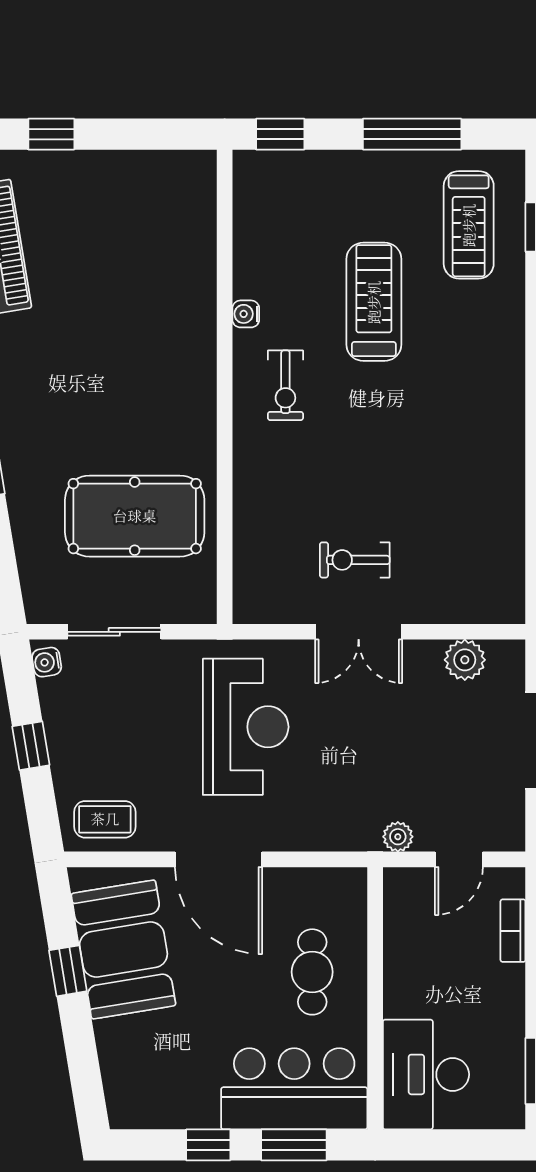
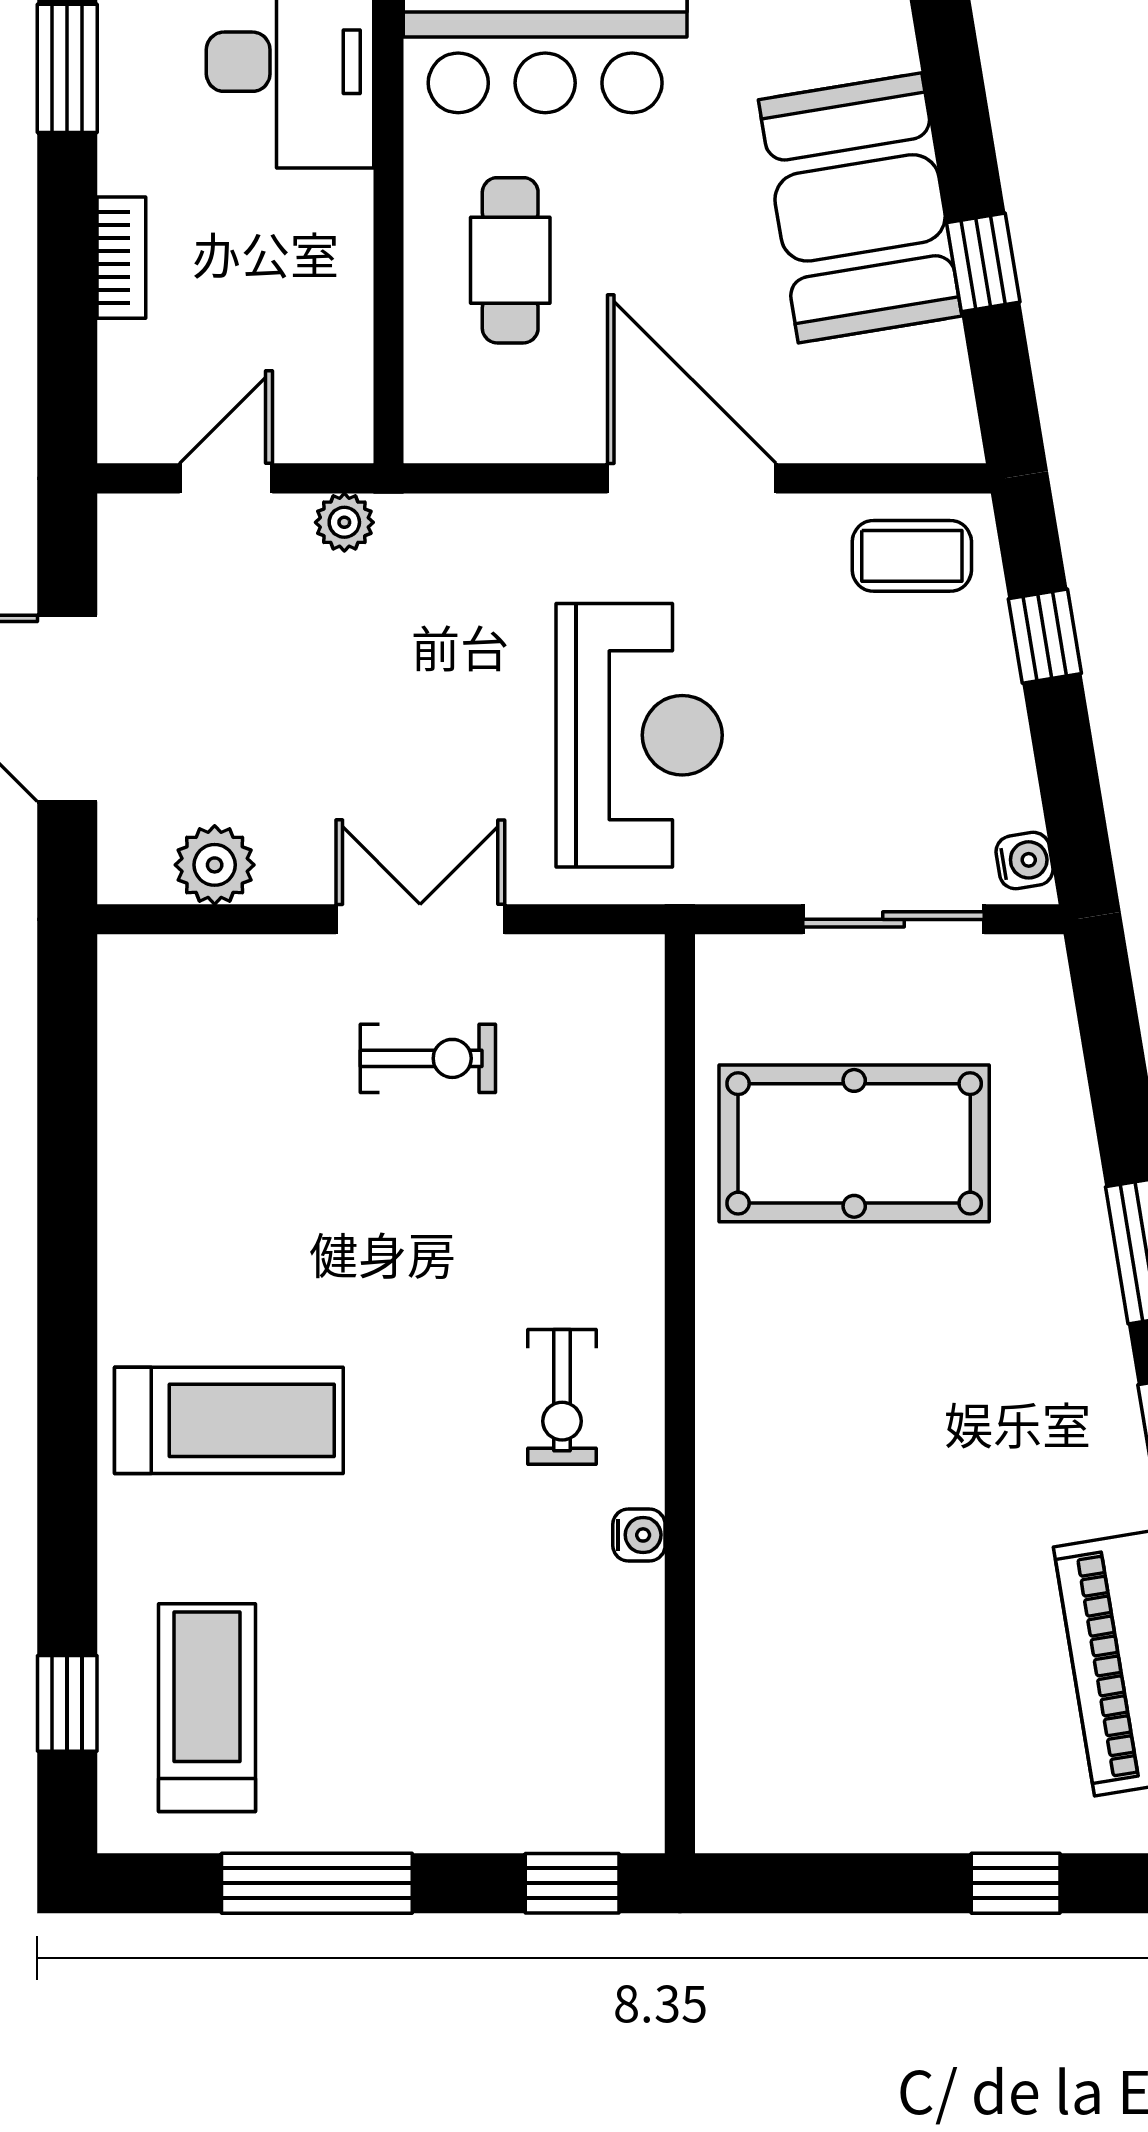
treadmill: (374, 302) -> (229, 1420), moved, turned -90
exercise bike: (285, 385) -> (562, 1397), turned 180
reception desk: (246, 727) -> (639, 735), turned 180
window: (31, 746) -> (1045, 636), moved
bookcase: (513, 931) -> (121, 258), moved
booth: (123, 950) -> (860, 208), moved

